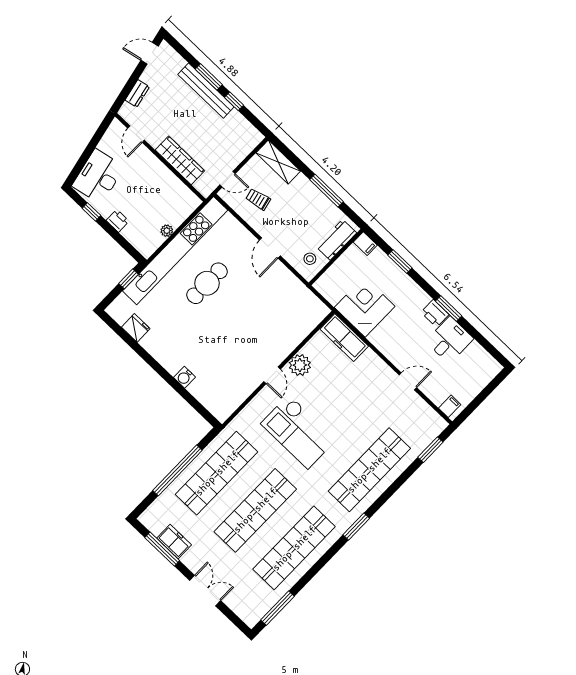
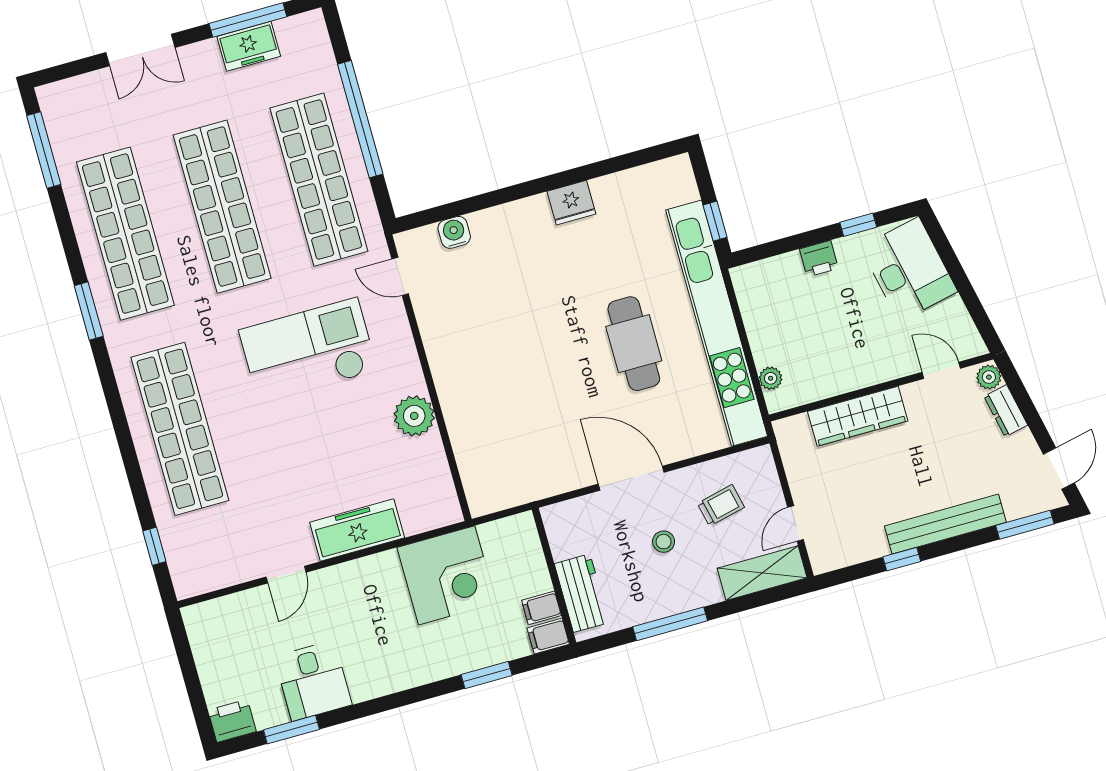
window: (209, 77) -> (1025, 525), moved
plant: (126, 110) -> (989, 377), added
door: (228, 179) -> (796, 523), moved
plant: (167, 231) -> (771, 378), moved
door: (270, 248) -> (631, 478), width x1.36
stool: (310, 259) -> (664, 542), moved
window: (449, 308) -> (291, 730), moved
printer: (435, 313) -> (232, 721), moved
fridge: (136, 328) -> (571, 203), moved
freezer: (344, 338) -> (357, 530), moved
door: (272, 375) -> (400, 276), moved
water cooler: (185, 377) -> (454, 232), moved
filing cabinet: (450, 406) -> (542, 608), moved, turned 90
window: (430, 450) -> (154, 546), width x0.67
window: (356, 526) -> (89, 311), moved

